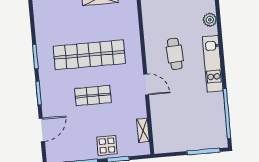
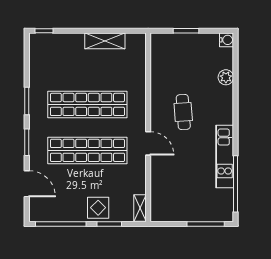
kitchen unit: (213, 64) -> (225, 157), moved
shop shelf: (93, 96) -> (87, 150), width x2.00, depth x1.36
door: (42, 130) -> (27, 184), hinge flipped
shelving: (143, 130) -> (140, 208), moved

